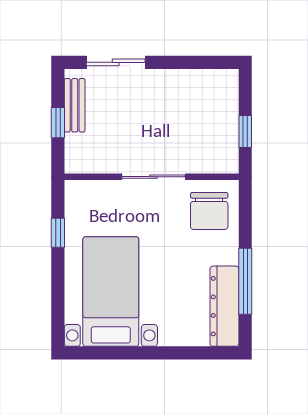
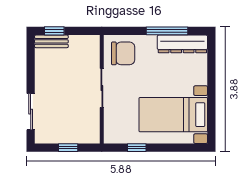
bench: (75, 105) -> (51, 41), moved
window: (245, 132) -> (54, 31), moved

